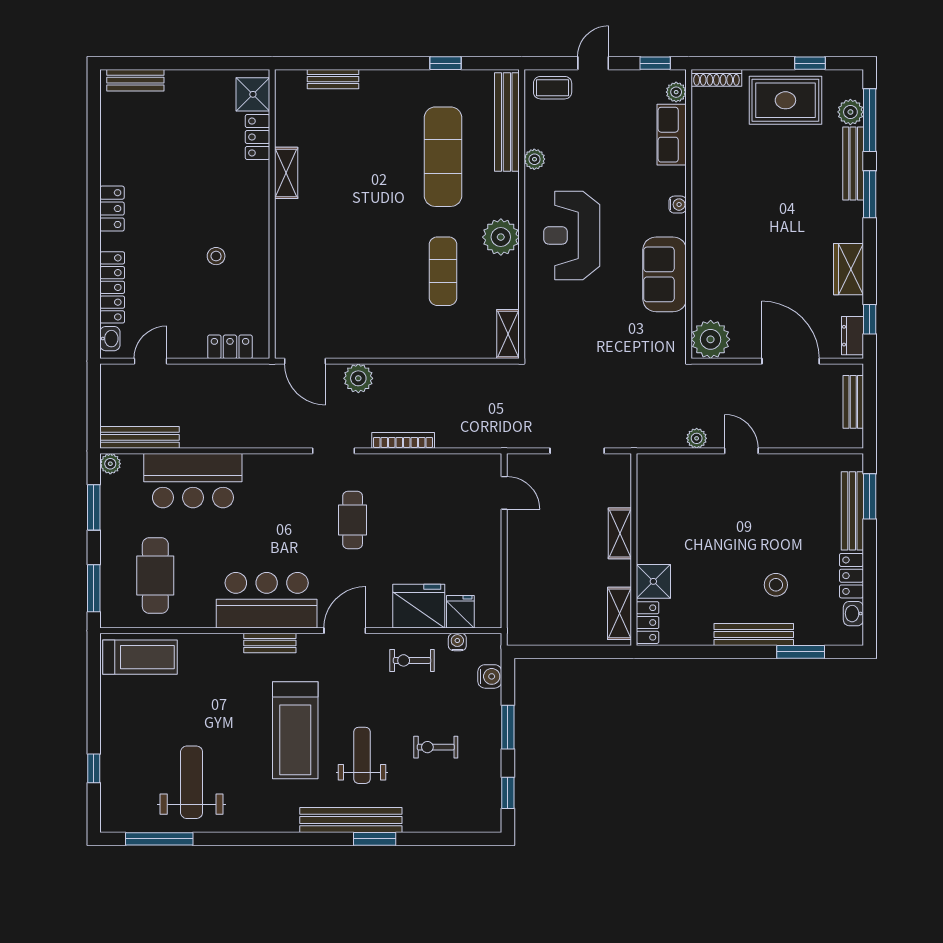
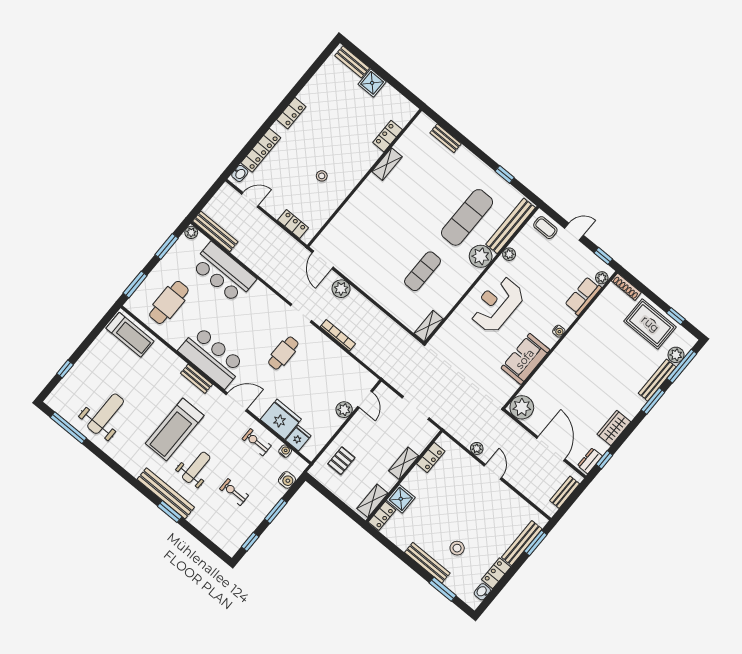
shower: (253, 94) -> (372, 83), moved
plant: (501, 237) -> (481, 256), moved
locker: (648, 498) -> (431, 458), added
plant: (488, 528) -> (344, 410), added
pallet: (538, 595) -> (341, 461), added

